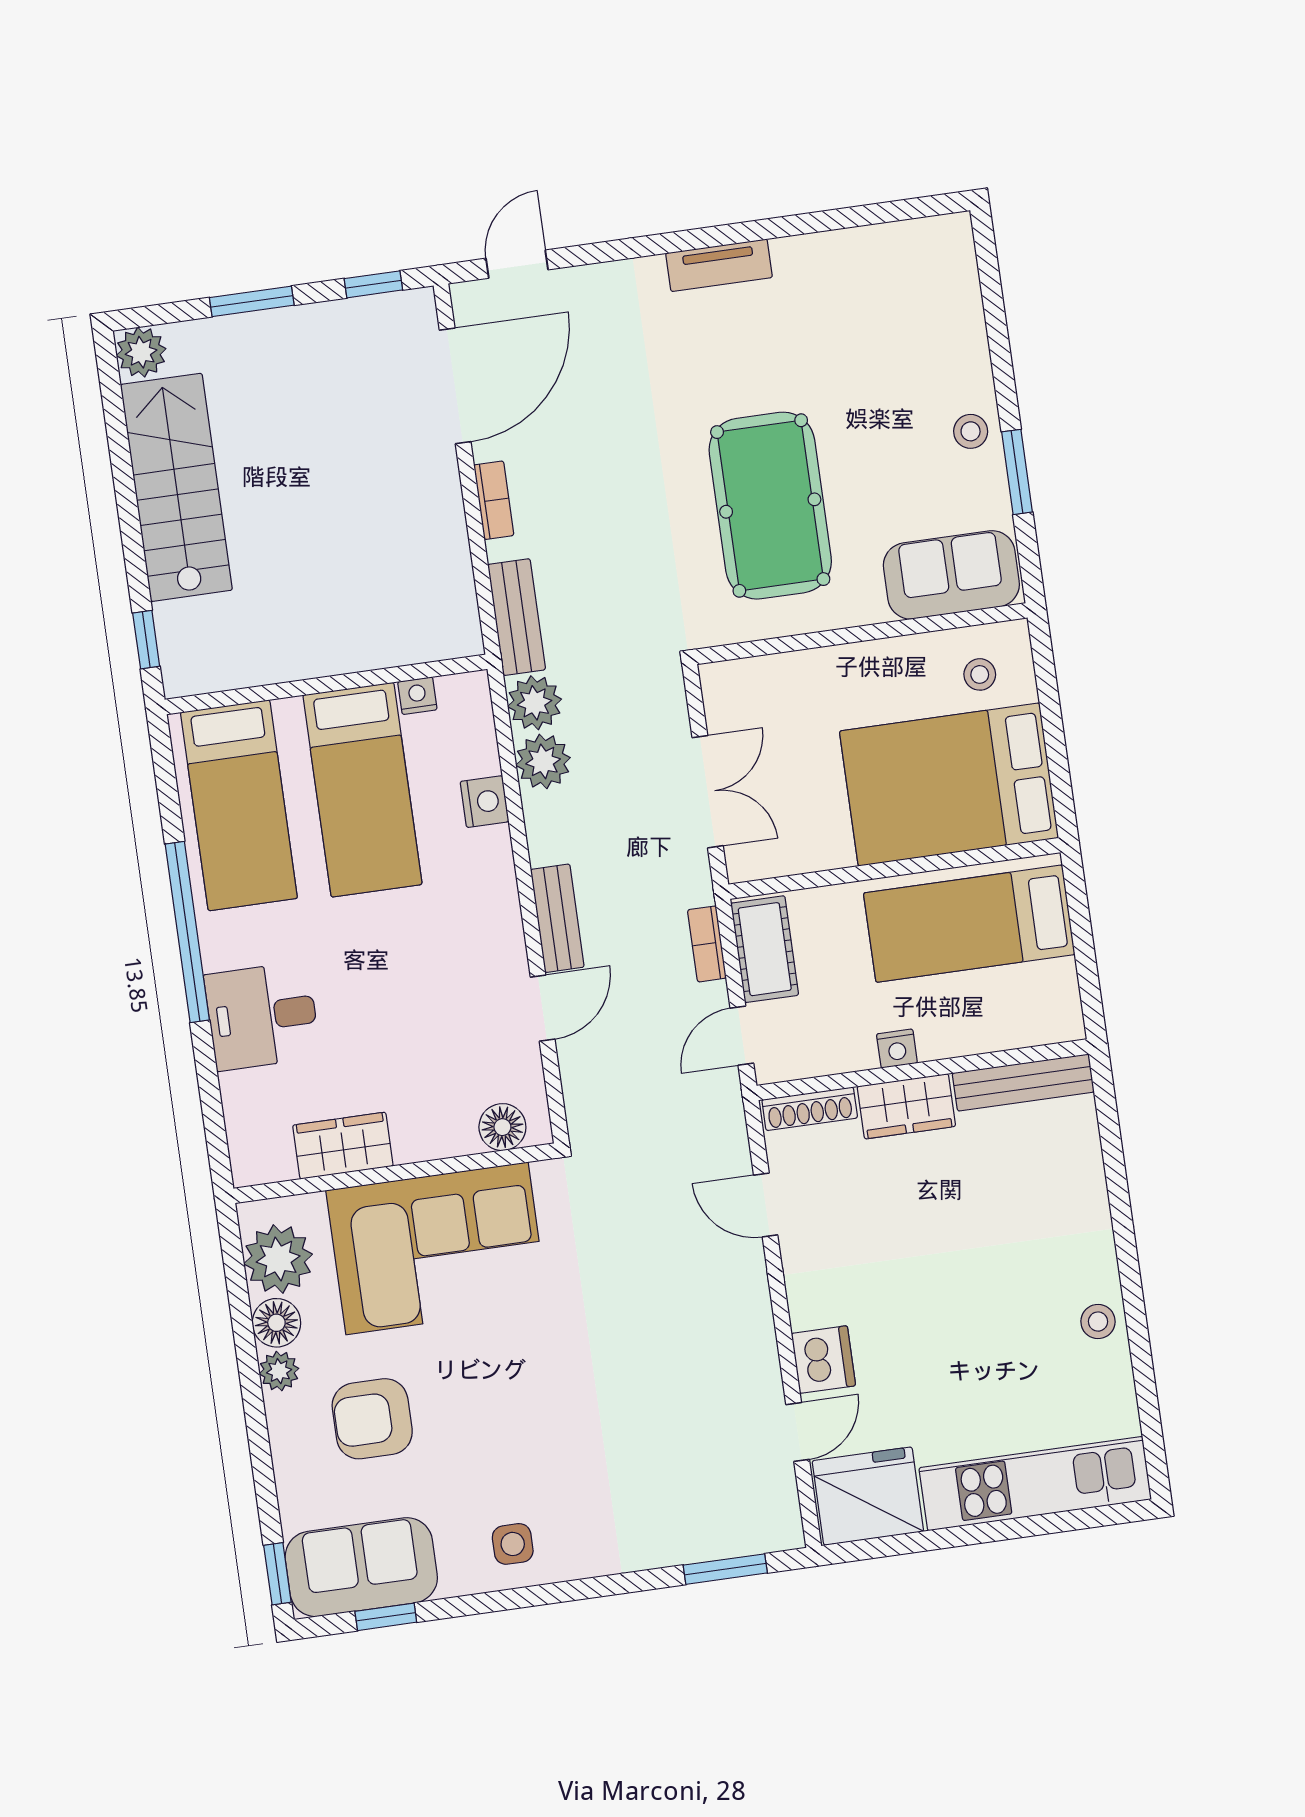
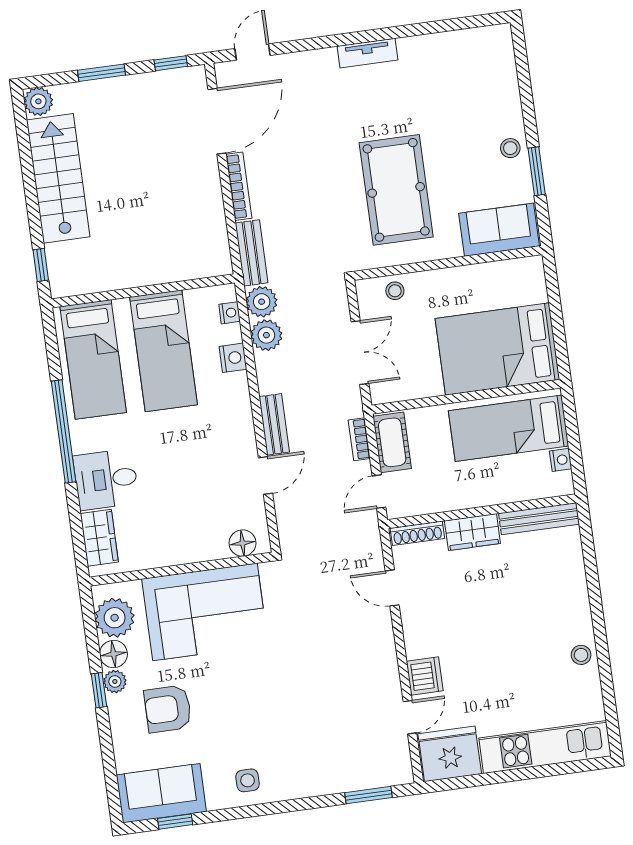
bookcase: (494, 500) -> (239, 186), width x1.56
stool: (980, 674) -> (395, 291), moved
nightstand: (417, 696) -> (230, 313), moved, turned 90
nightstand: (897, 1048) -> (561, 460), moved, turned -90
wardrobe: (343, 1146) -> (99, 538), moved, turned 90
window: (277, 1574) -> (99, 690), moved

